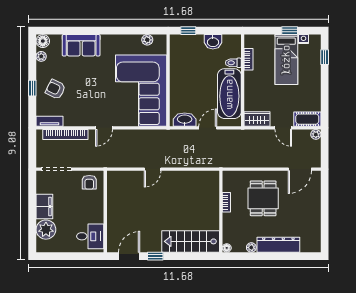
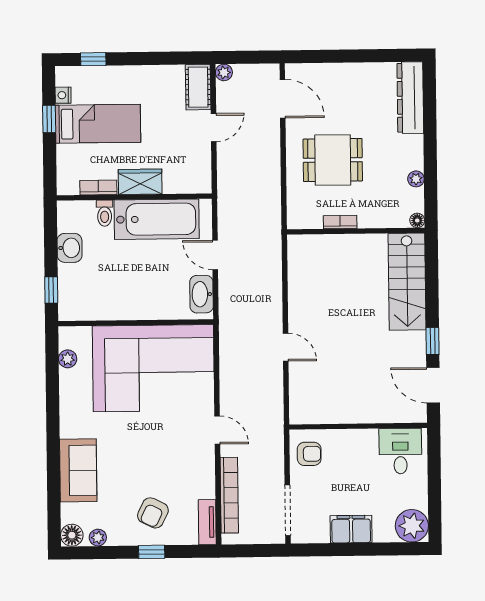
wardrobe: (257, 119) -> (140, 182), moved, turned 90
plant: (46, 230) -> (412, 526), moved
dresser: (278, 245) -> (410, 98), moved

